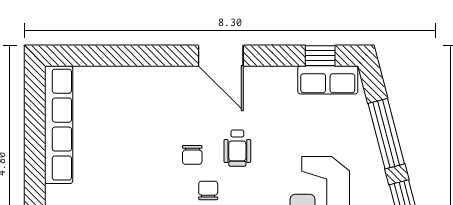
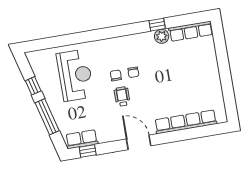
row of seats: (59, 125) -> (186, 122), moved, turned 90
chair: (192, 155) -> (116, 75), moved

